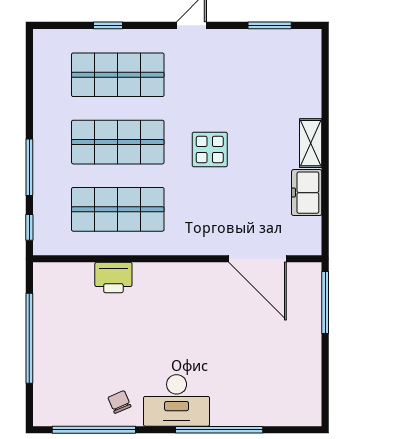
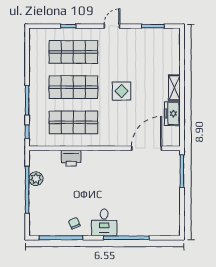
door: (258, 259) -> (147, 148), swing flipped
plant: (46, 317) -> (36, 179), added
desk: (177, 400) -> (104, 222), width x0.73

